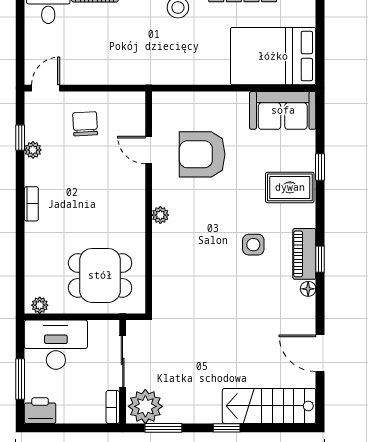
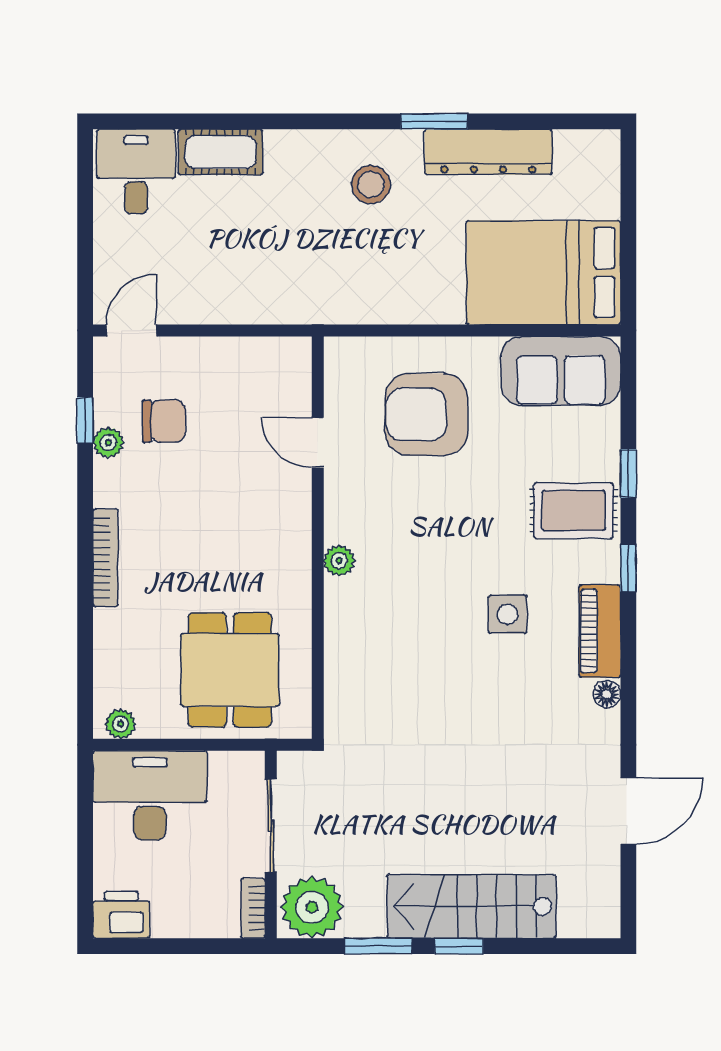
chair: (85, 124) -> (164, 421), moved, turned 93
armchair: (202, 154) -> (426, 415), moved
bookcase: (31, 204) -> (105, 558), width x1.56
window: (320, 259) -> (628, 568), moved
dining table: (100, 275) -> (230, 670), turned 90
door: (320, 353) -> (628, 811), swing flipped
window: (20, 379) -> (85, 858), removed
stairs: (269, 406) -> (471, 906), moved
window: (163, 428) -> (378, 946), moved

